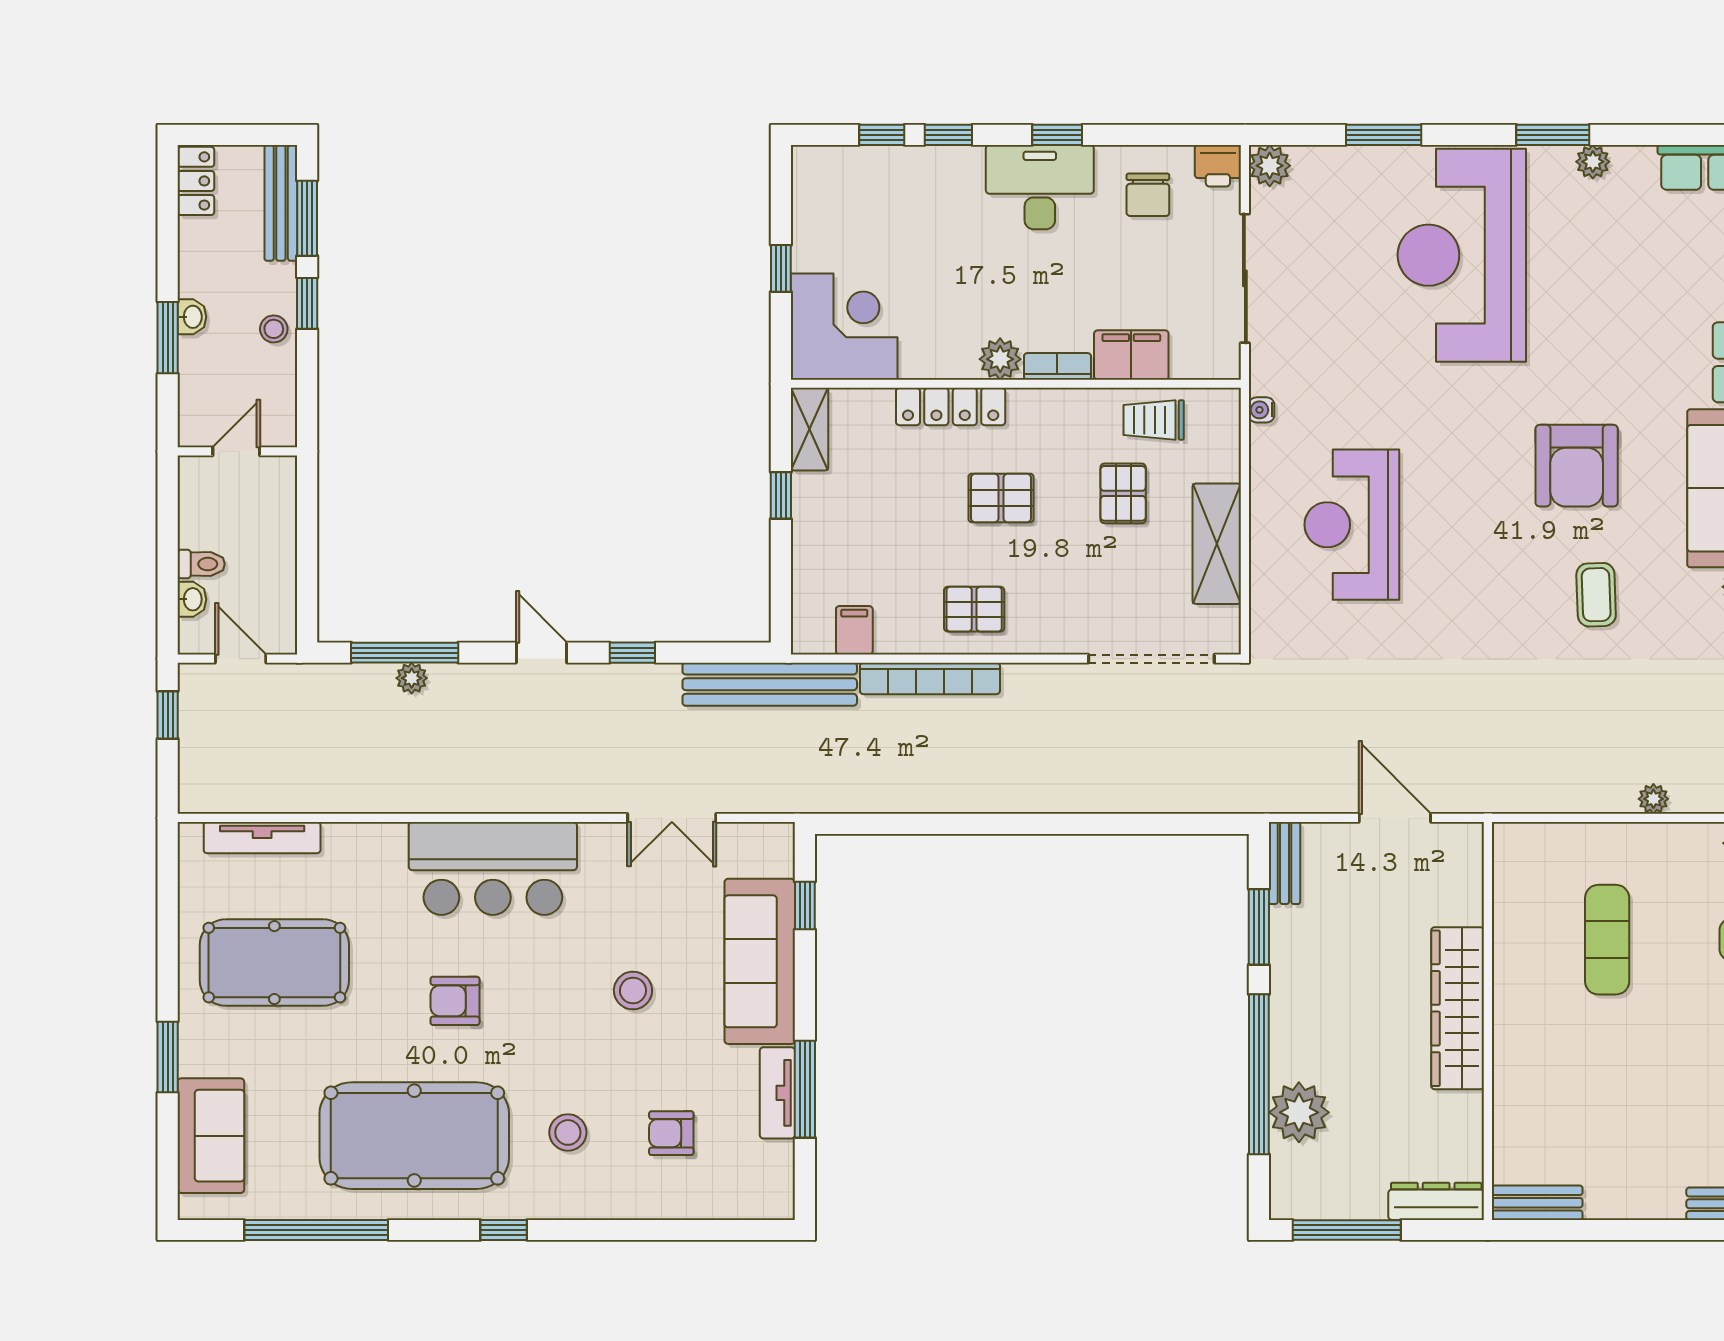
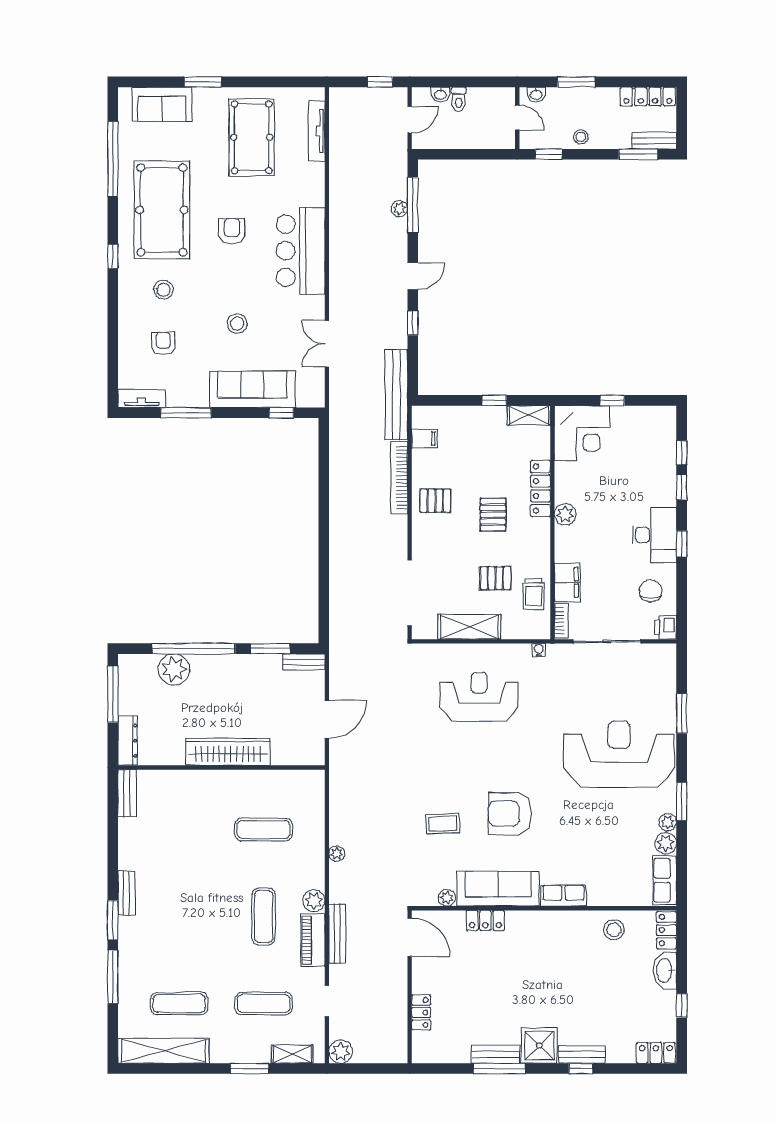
plant: (1270, 166) -> (666, 843), moved
locker: (196, 181) -> (648, 97), width x1.53
chair: (1148, 195) -> (651, 591), turned 90
bench: (281, 203) -> (654, 141), width x0.73
window: (307, 303) -> (549, 154), moved
washbasin: (192, 317) -> (536, 94), moved
bookcase: (1057, 366) -> (561, 621), moved
trolley: (1154, 420) -> (534, 594), turned 180
pallet: (974, 609) -> (435, 501), turned 90
tv unit: (777, 1093) -> (142, 399), moved

